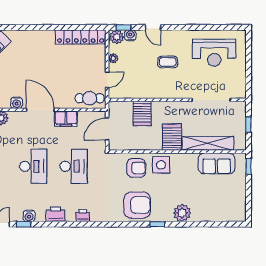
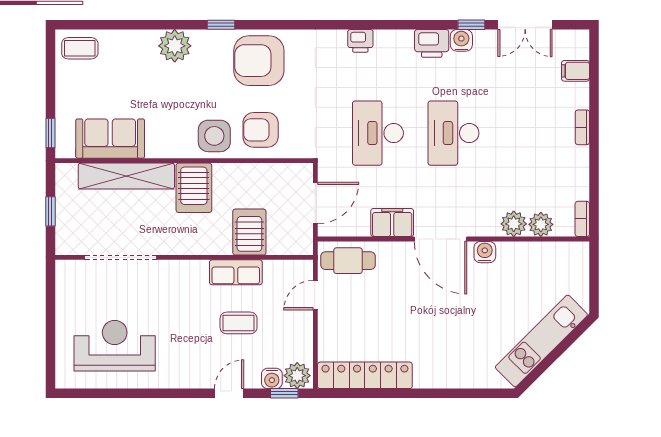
door: (153, 27) -> (229, 393), hinge flipped
plant: (113, 58) -> (304, 335), removed
coffee table: (168, 62) -> (239, 323), moved
row of seats: (149, 92) -> (236, 272), added
coffee table: (233, 212) -> (80, 48), added
printer: (56, 214) -> (432, 43), moved

